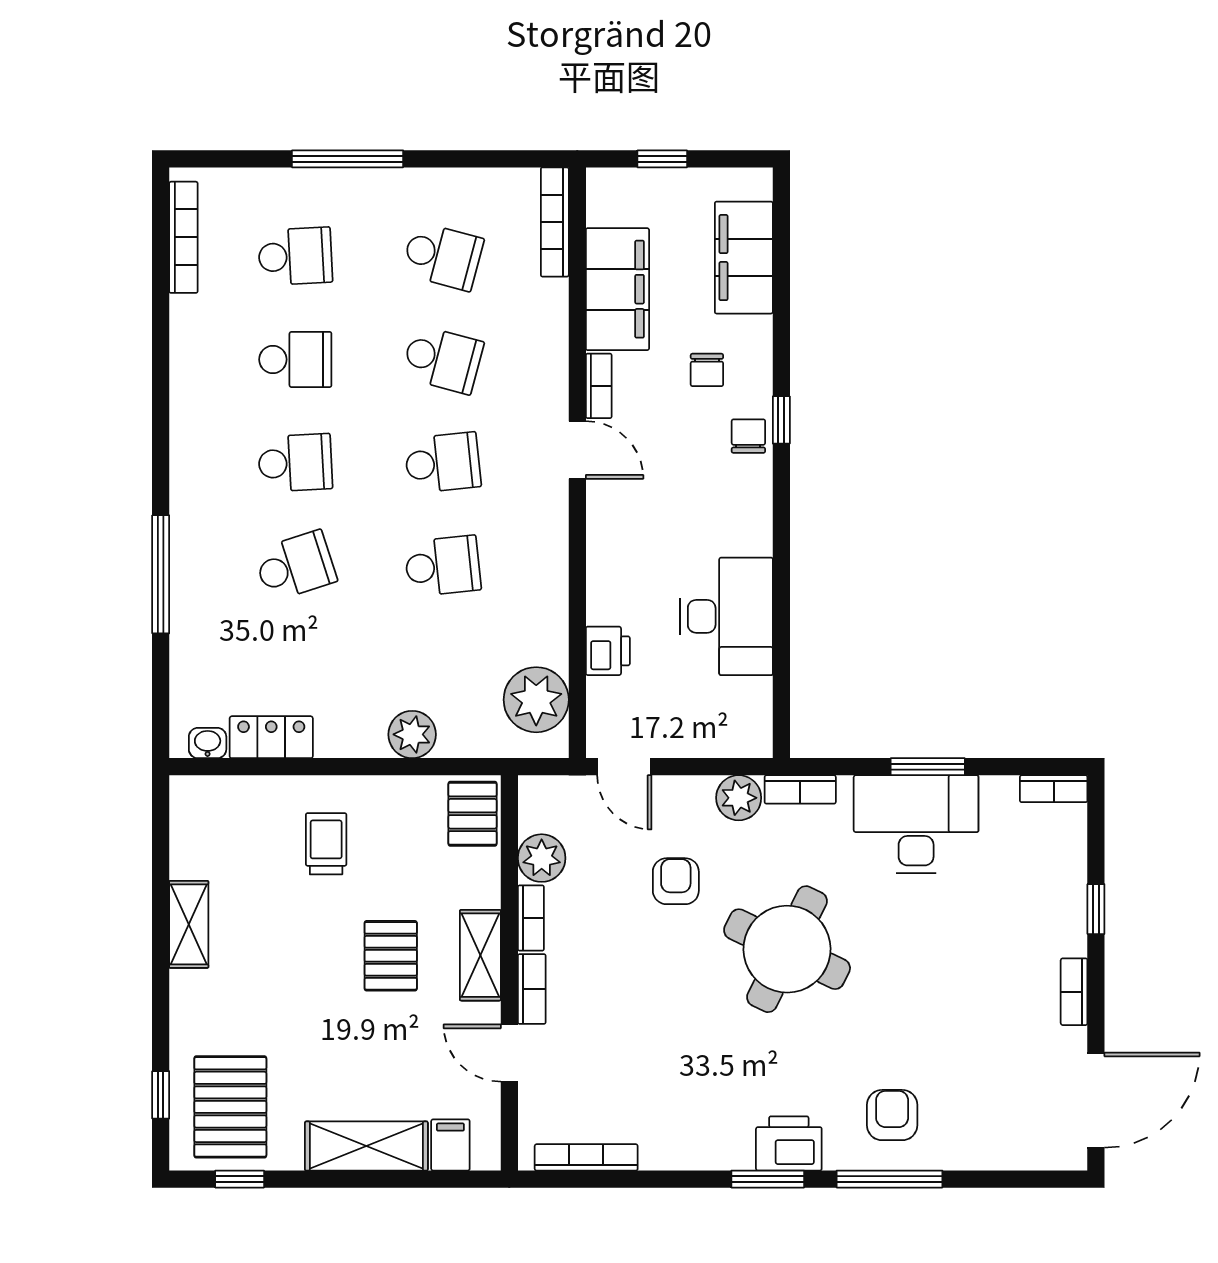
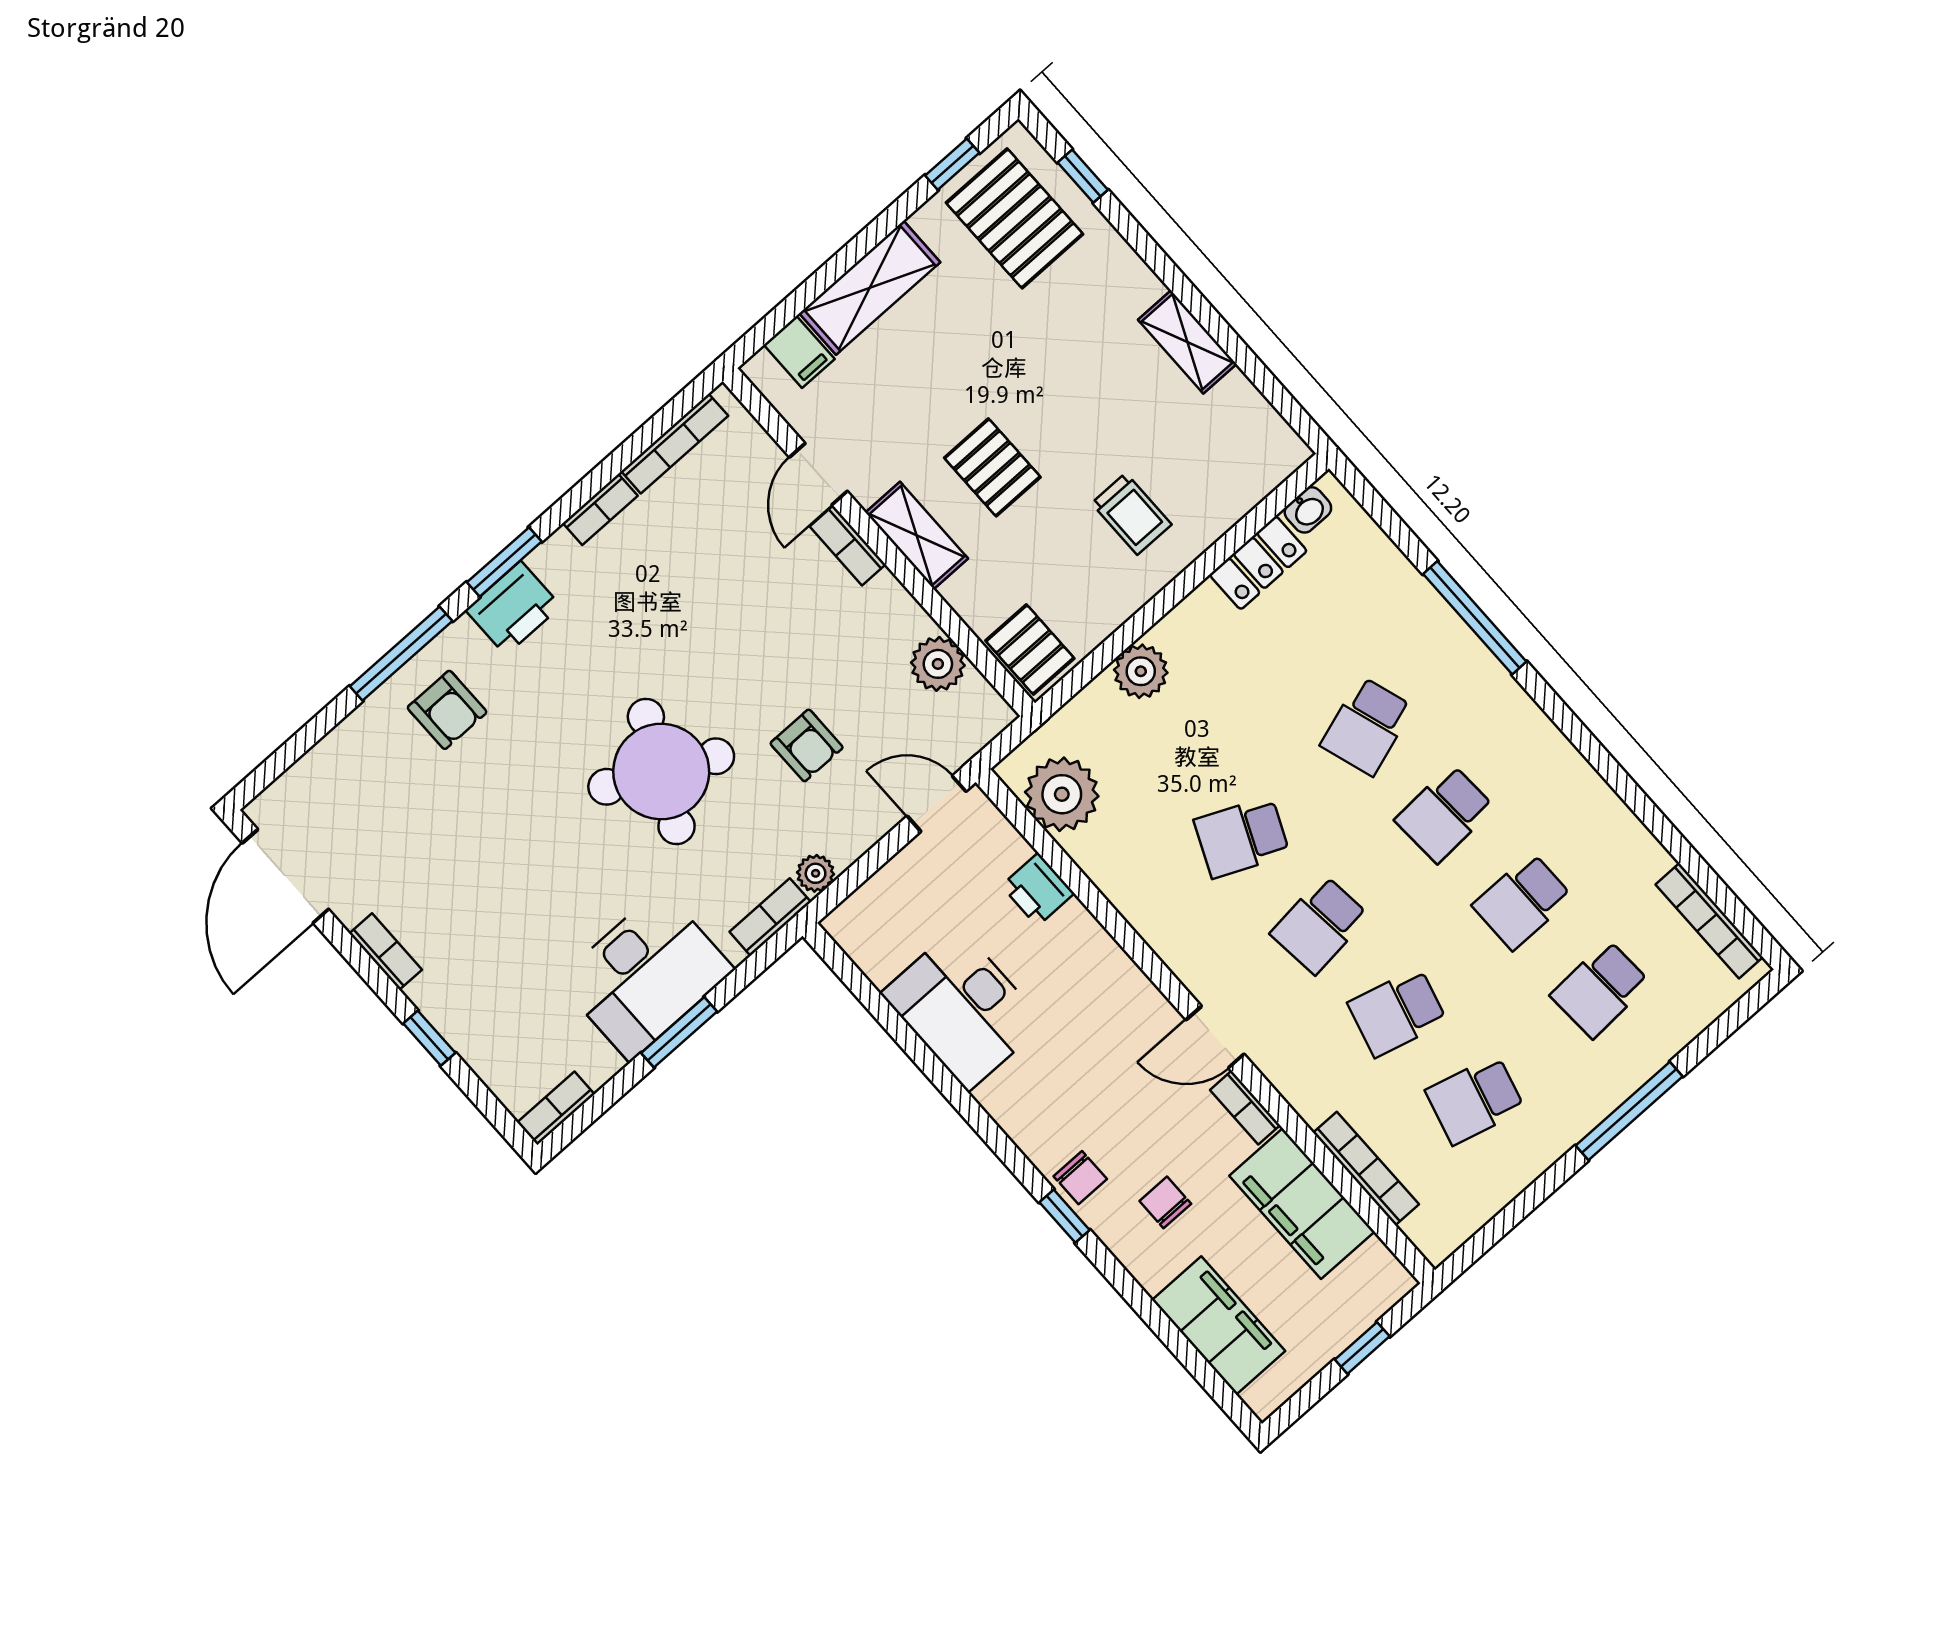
bookcase: (555, 222) -> (1366, 1169), moved
school desk: (443, 566) -> (1242, 837), turned 30
plant: (739, 798) -> (816, 873), width x0.73, depth x0.73
bookcase: (531, 918) -> (600, 509), moved, turned -90
door: (509, 1053) -> (818, 474), swing flipped

